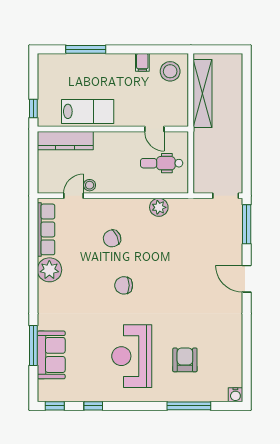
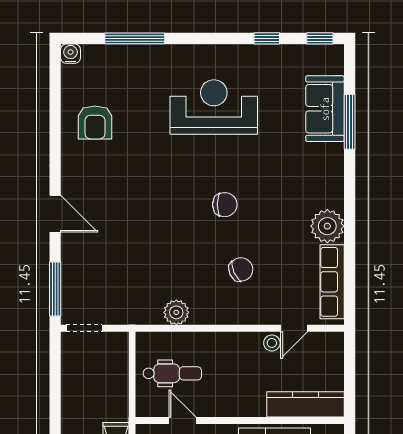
reception desk: (132, 356) -> (214, 107), turned -90
armchair: (185, 360) -> (95, 122), moved

